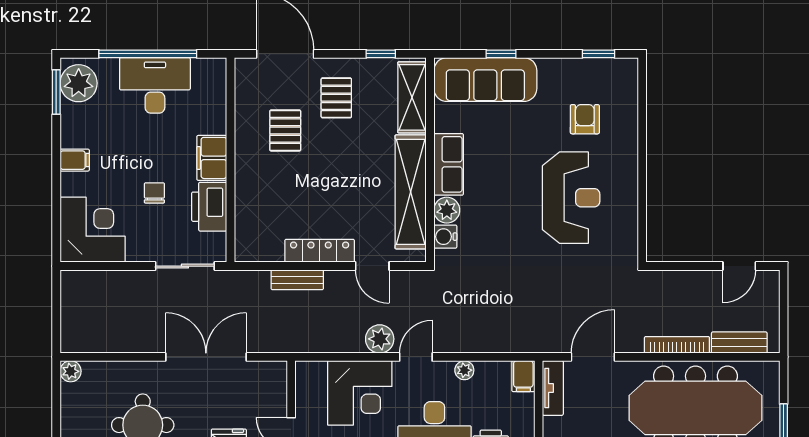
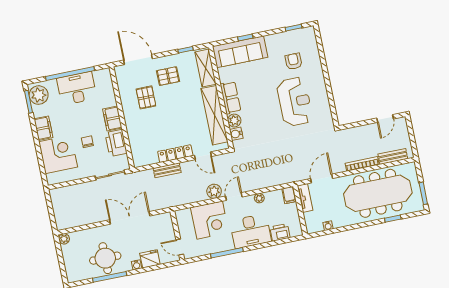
pallet: (336, 98) -> (168, 76), turned 90
filing cabinet: (75, 160) -> (43, 128), width x2.00
corner desk: (93, 230) -> (58, 154), moved

